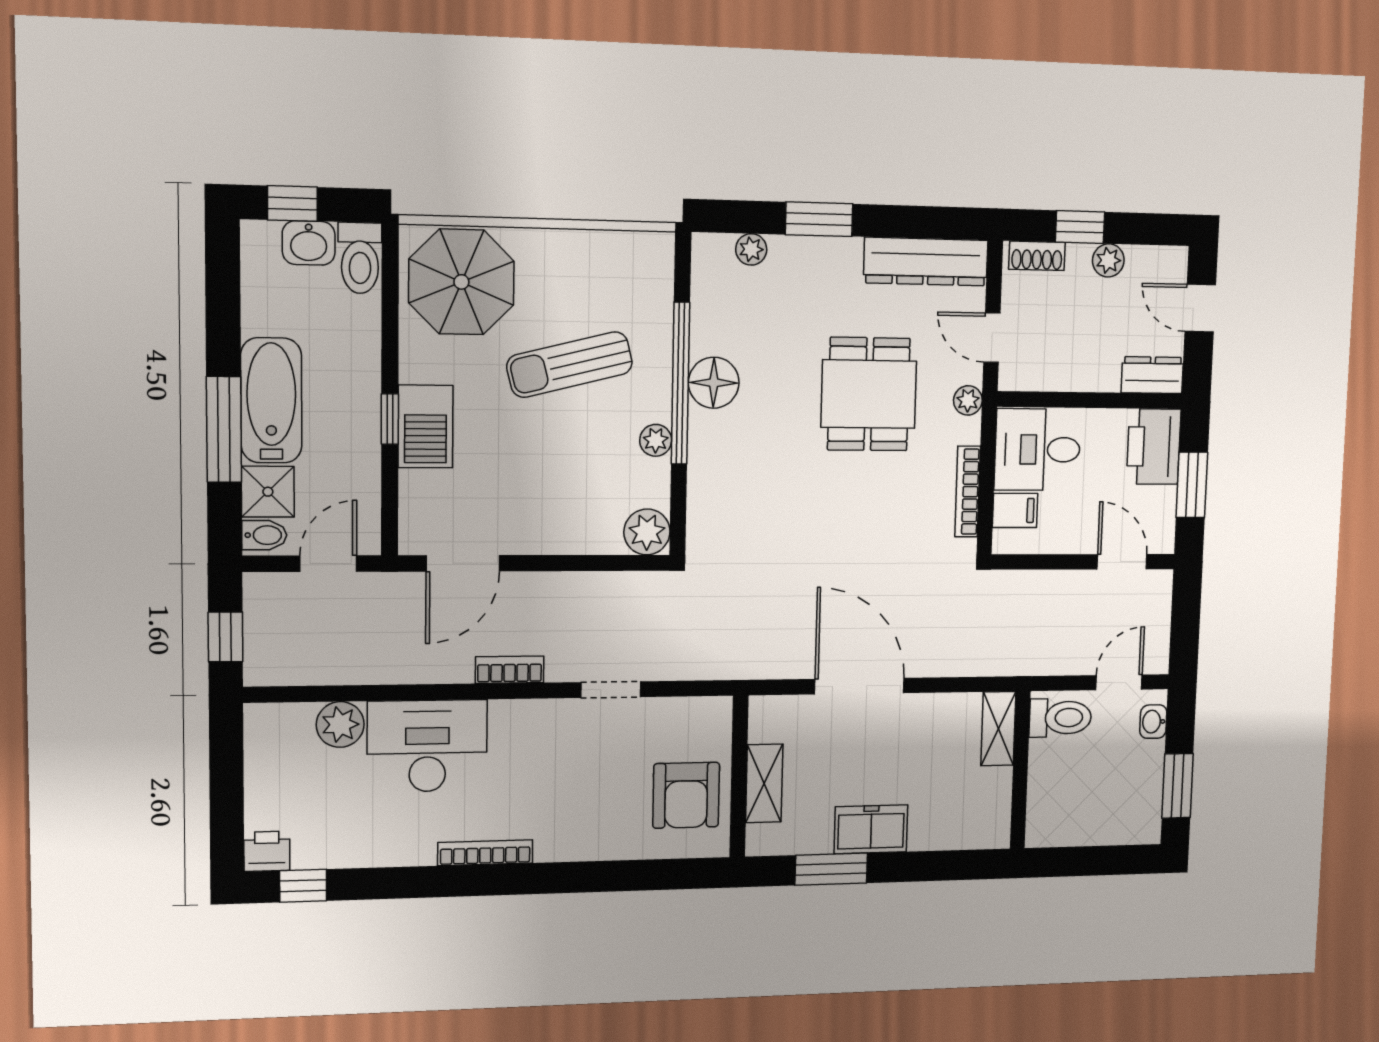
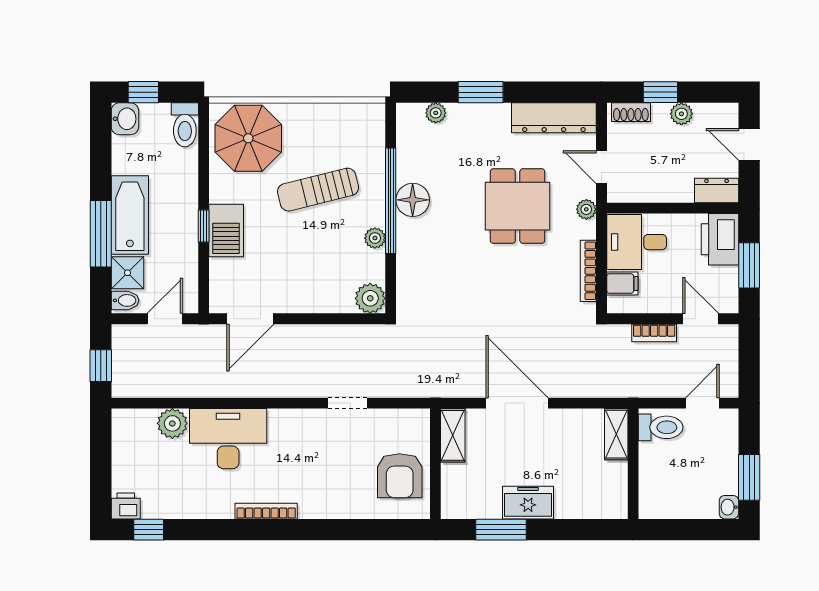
washbasin: (309, 243) -> (125, 119), moved, turned -90
bookcase: (510, 670) -> (654, 333), moved, turned 180
washbasin: (1153, 722) -> (729, 507), moved
shelving: (764, 783) -> (453, 435), moved

